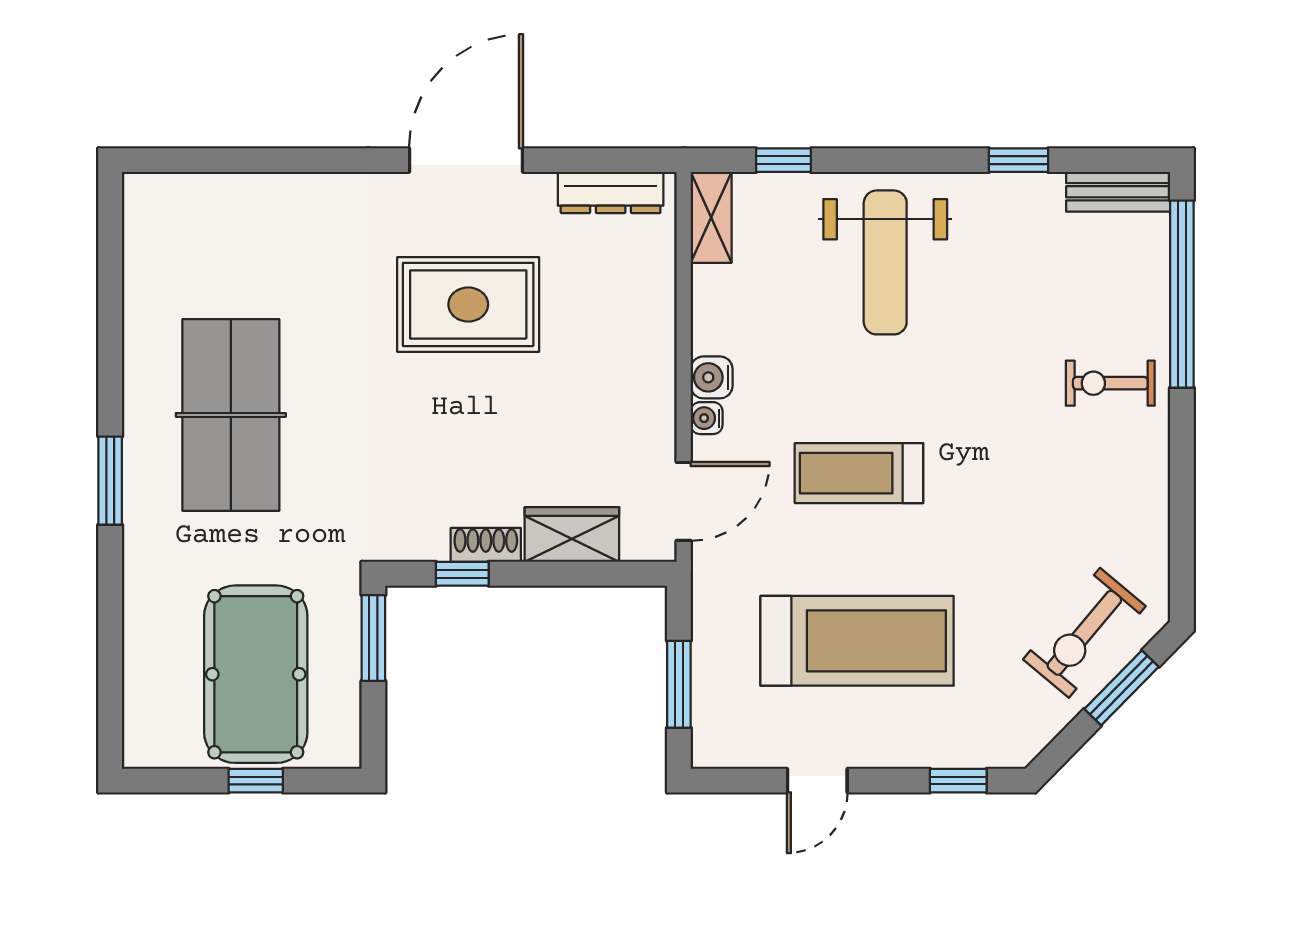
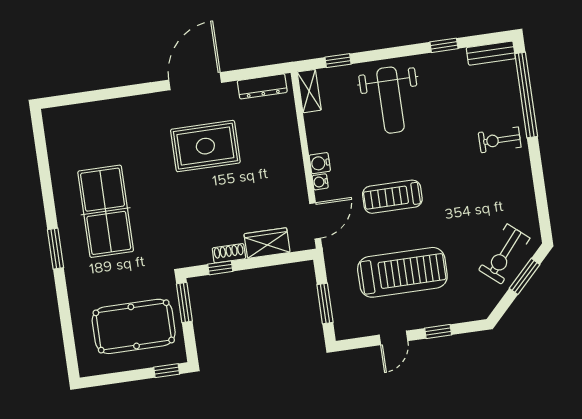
pool table: (256, 674) -> (134, 326), turned 90
window: (256, 781) -> (167, 371), moved
window: (958, 781) -> (438, 331), moved

